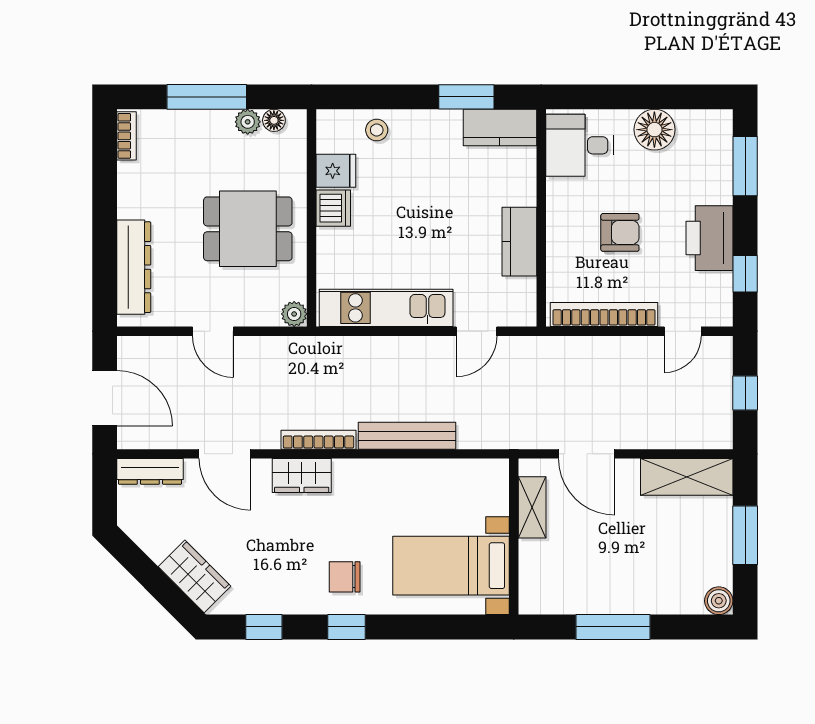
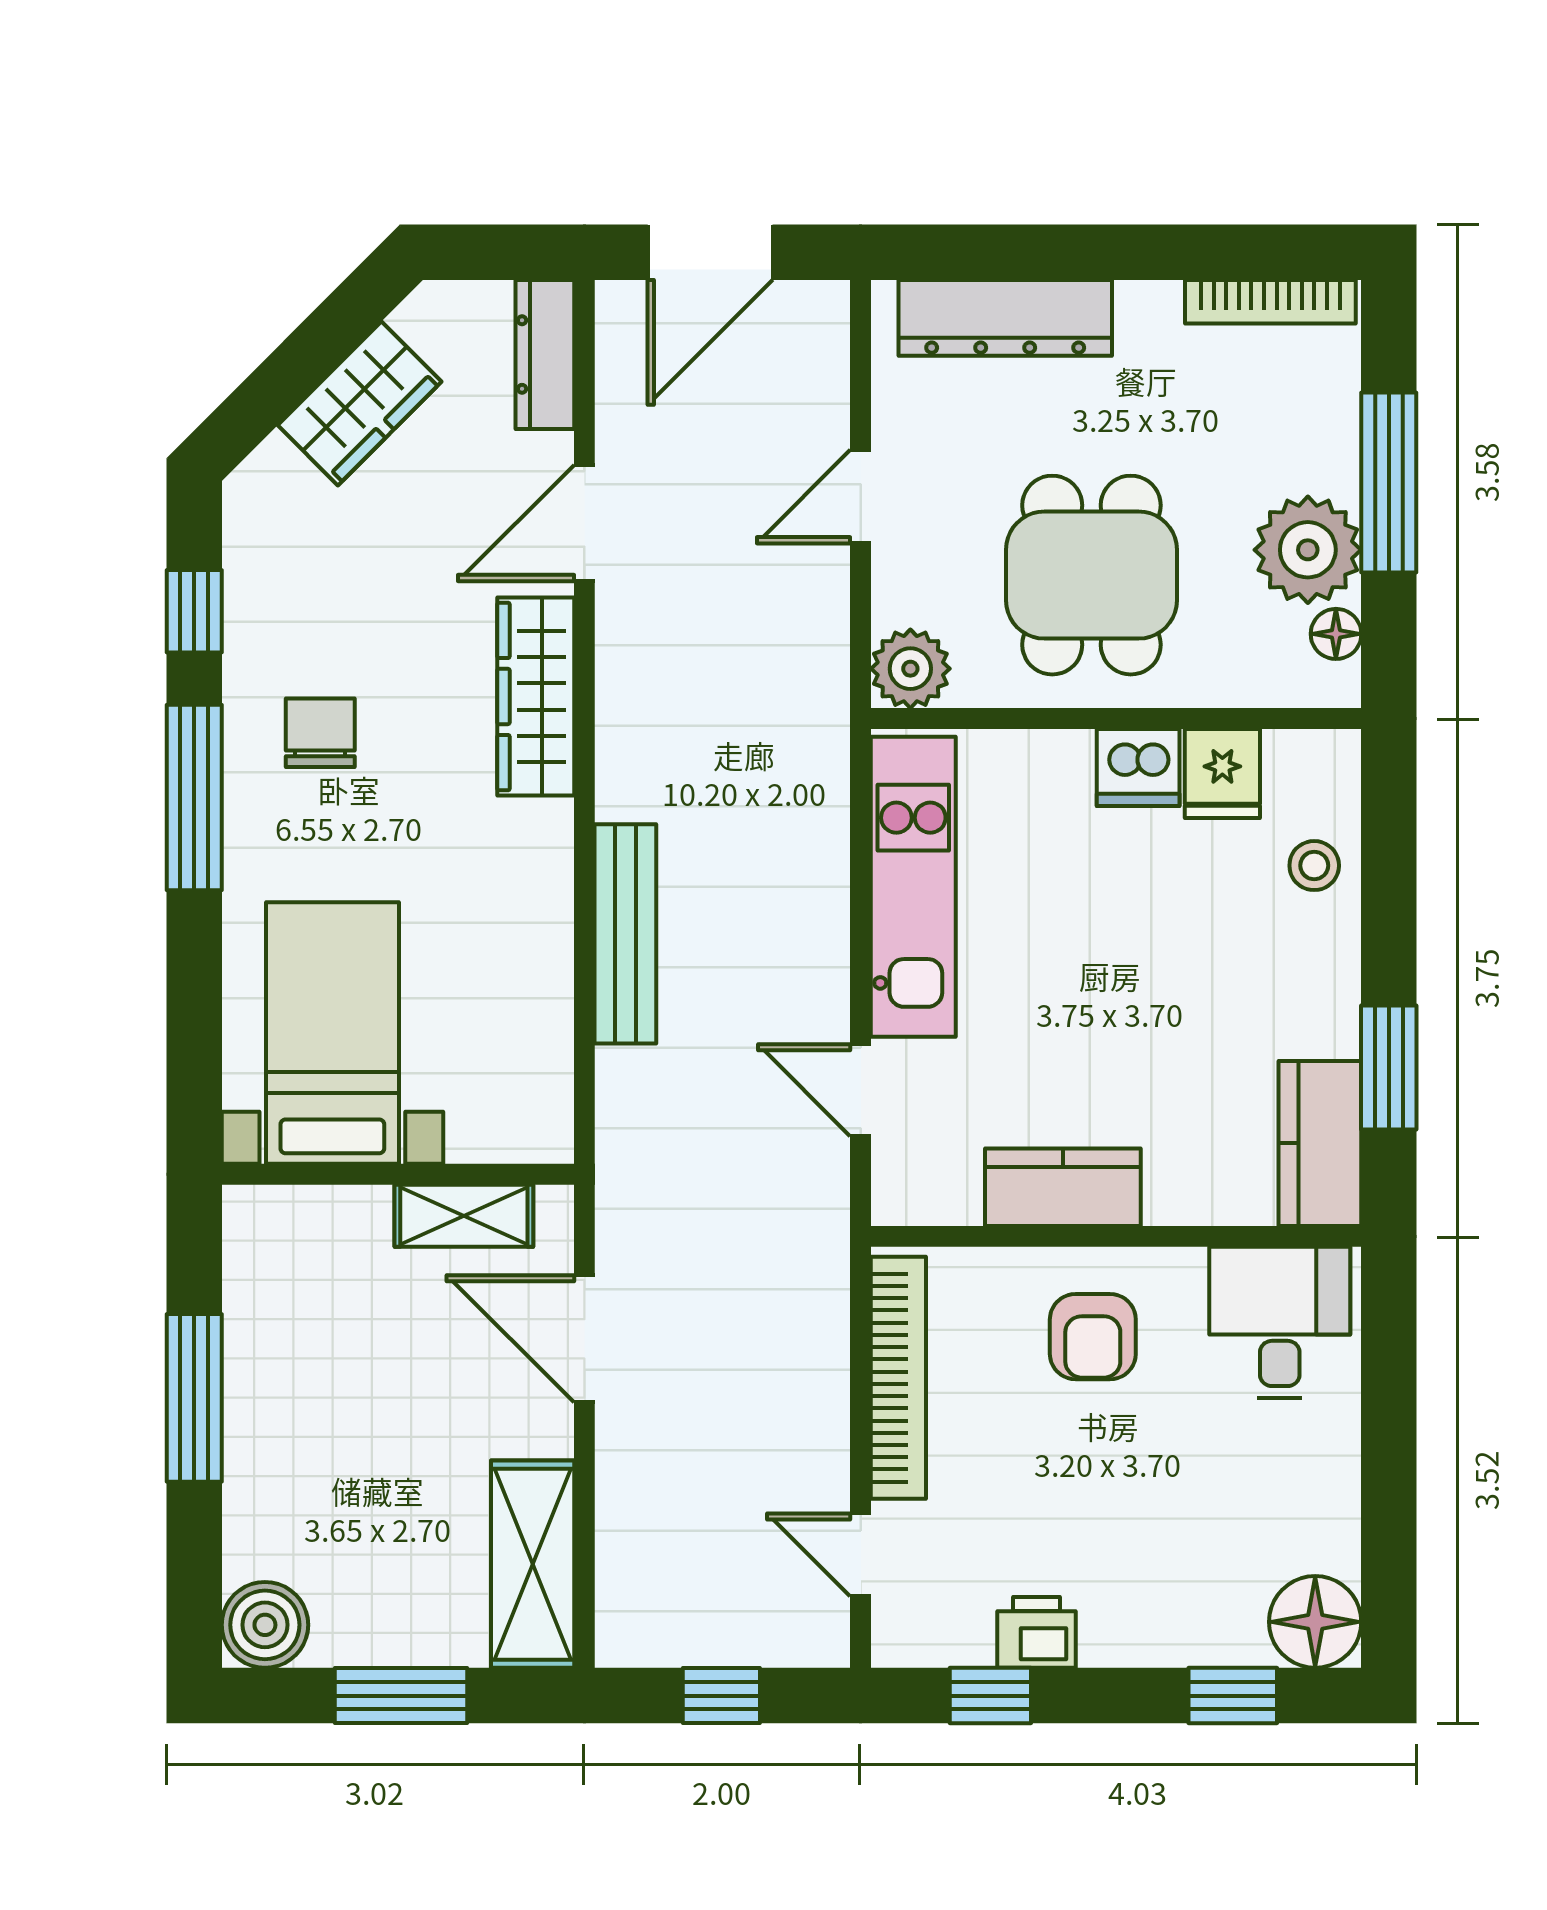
plant: (248, 122) -> (1308, 550), width x1.88, depth x1.88
floor lamp: (654, 130) -> (1315, 1622), moved
bookcase: (127, 136) -> (1270, 302), width x1.56
window: (745, 166) -> (1233, 1696), width x0.67
armchair: (620, 232) -> (1093, 1337), moved
printer: (709, 238) -> (1037, 1632), width x0.53, depth x0.68
plant: (294, 314) -> (910, 669), width x1.38, depth x1.38
bookcase: (318, 440) -> (616, 734), removed
door: (587, 454) -> (584, 1339), hinge flipped
wardrobe: (302, 475) -> (536, 696), width x1.50
wardrobe: (194, 576) -> (360, 403), moved
chair: (345, 577) -> (320, 733), moved
boiler: (719, 601) -> (265, 1625), width x1.36, depth x1.36
window: (347, 627) -> (194, 797), width x2.17

